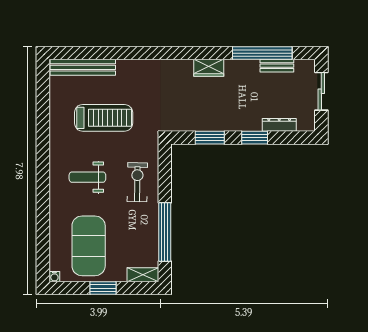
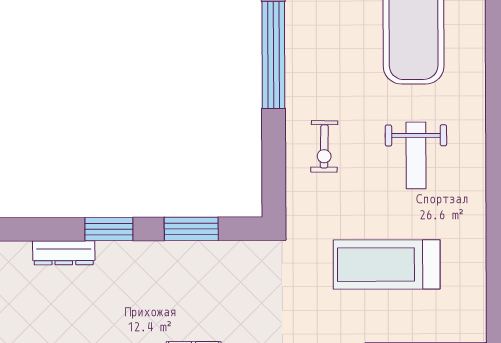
weight bench: (87, 177) -> (416, 155), turned 90
exercise bike: (137, 182) -> (324, 146), width x0.73, depth x0.72

